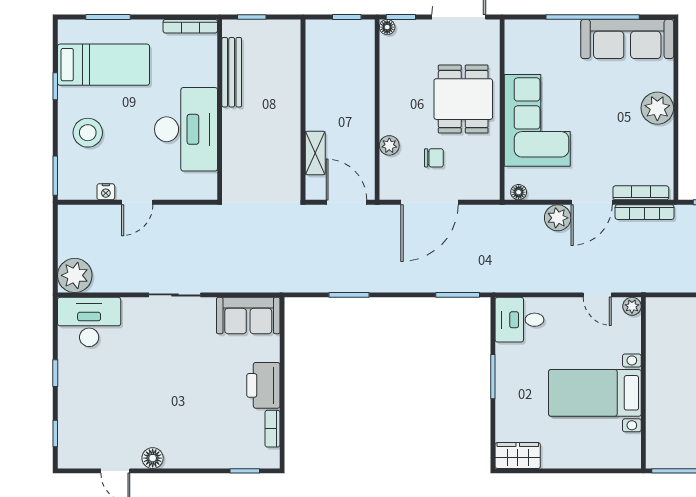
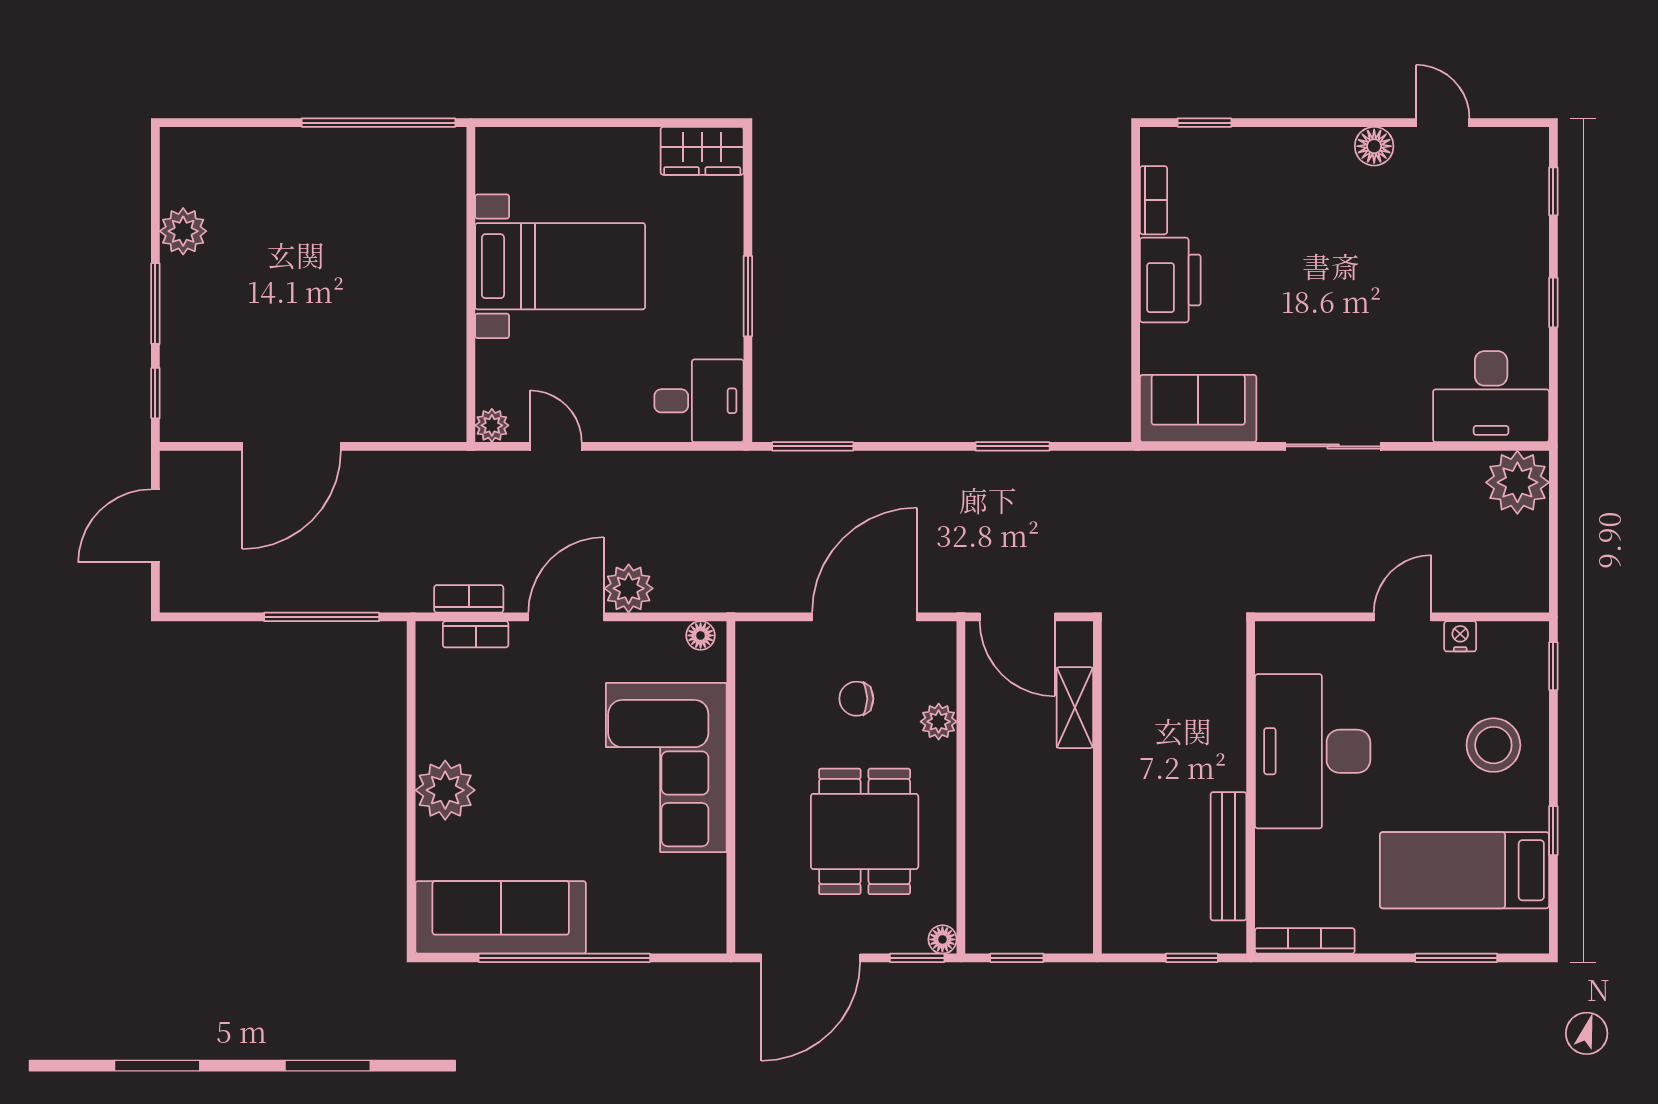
dining table: (463, 99) -> (865, 831), moved
window: (55, 176) -> (1553, 666), width x0.67
bookcase: (641, 193) -> (476, 634), width x0.64
bookcase: (645, 212) -> (469, 599), width x0.64

